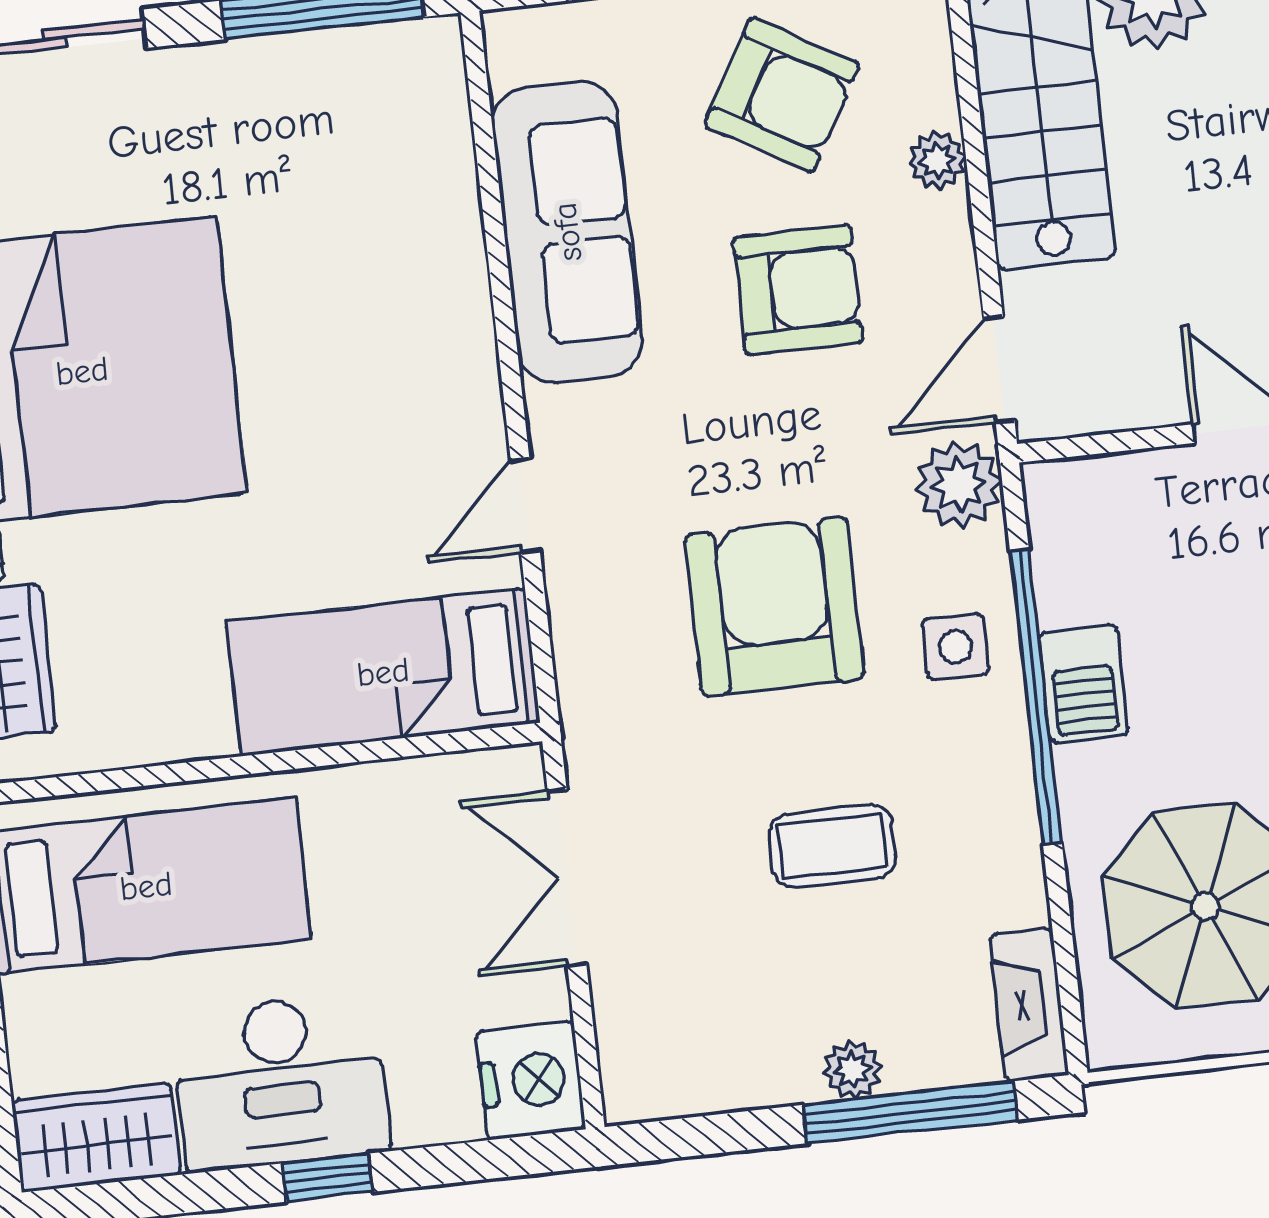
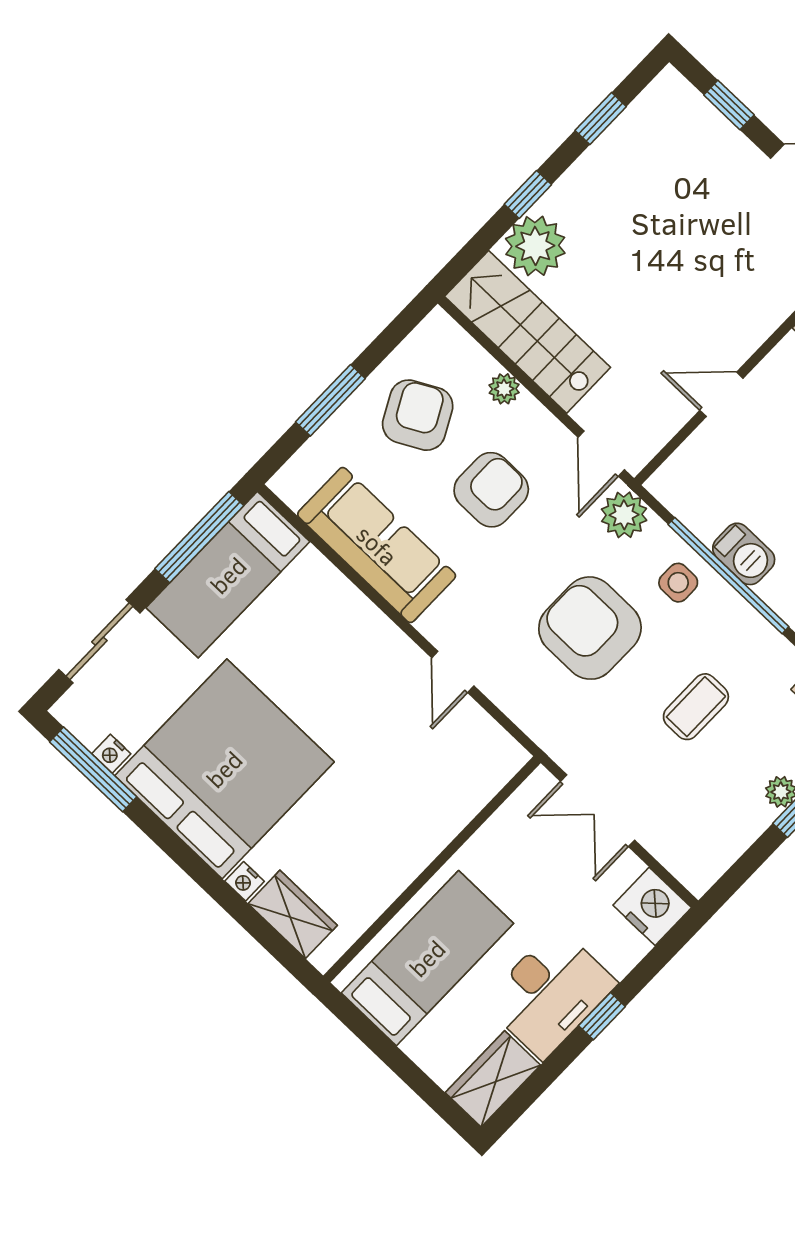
armchair: (782, 95) -> (418, 415), turned -58
bed: (383, 672) -> (228, 575), moved

